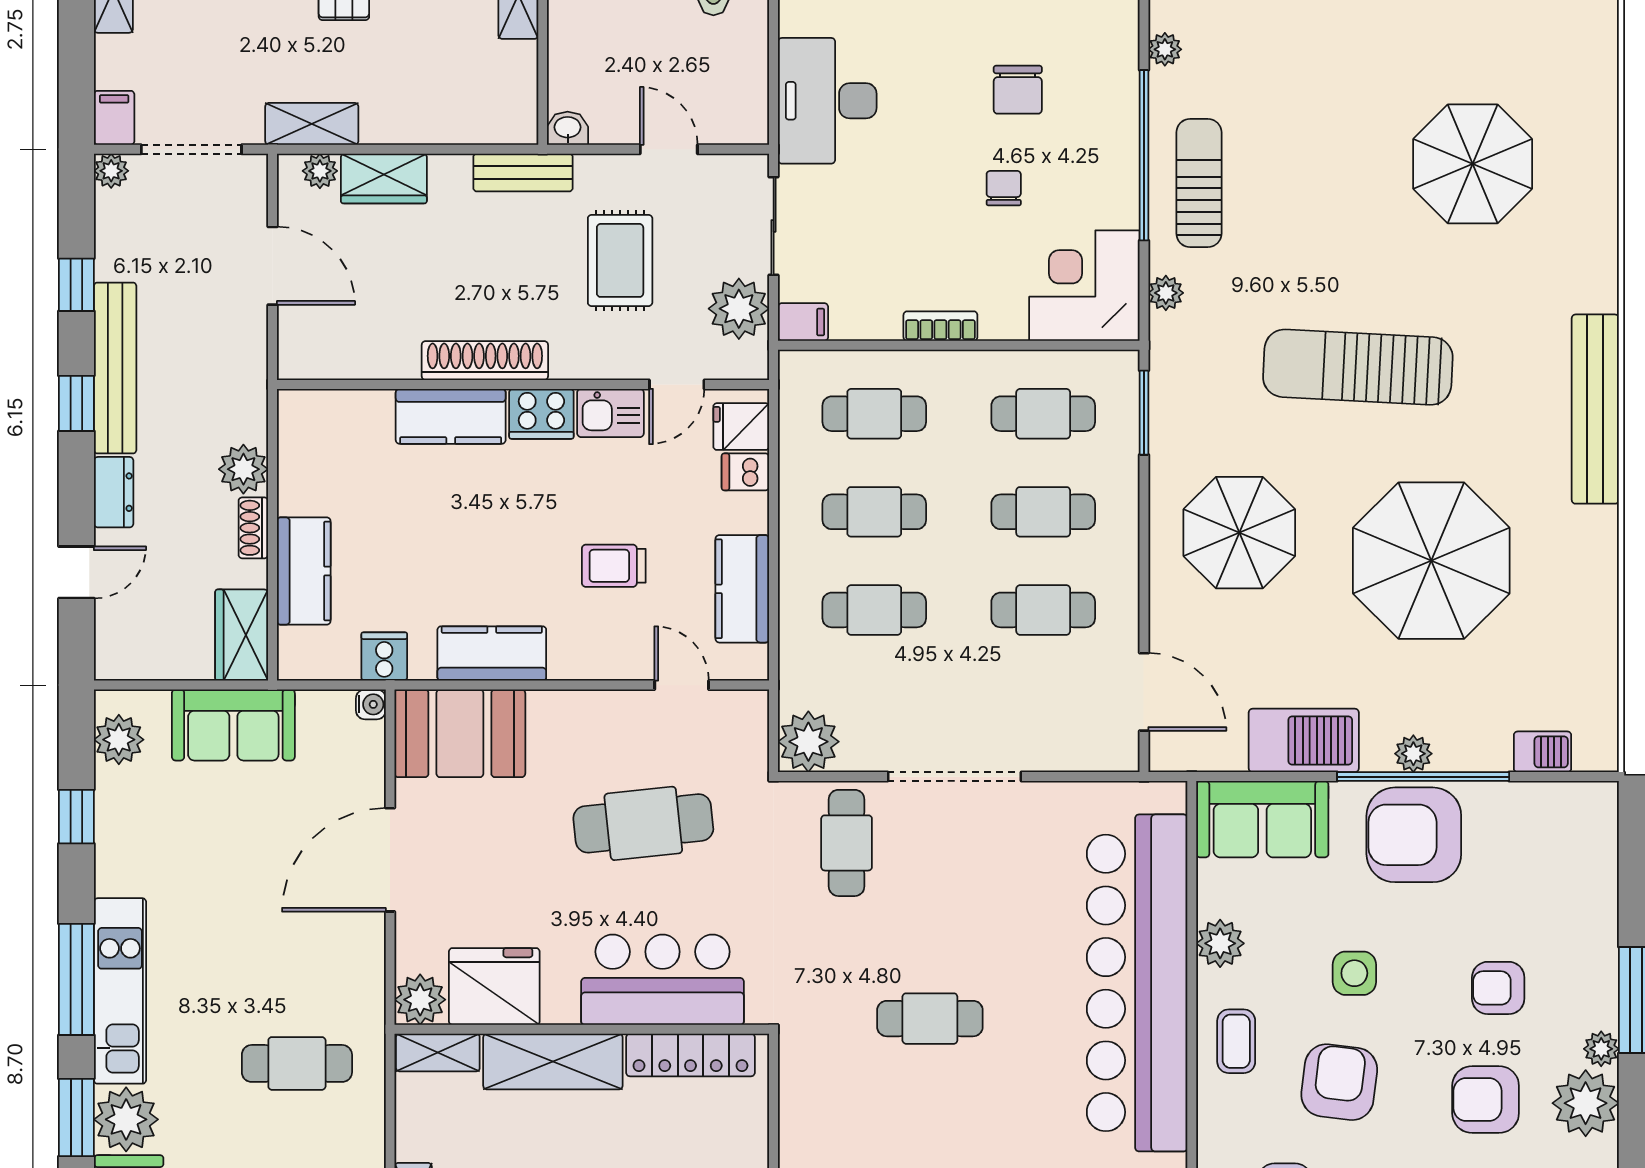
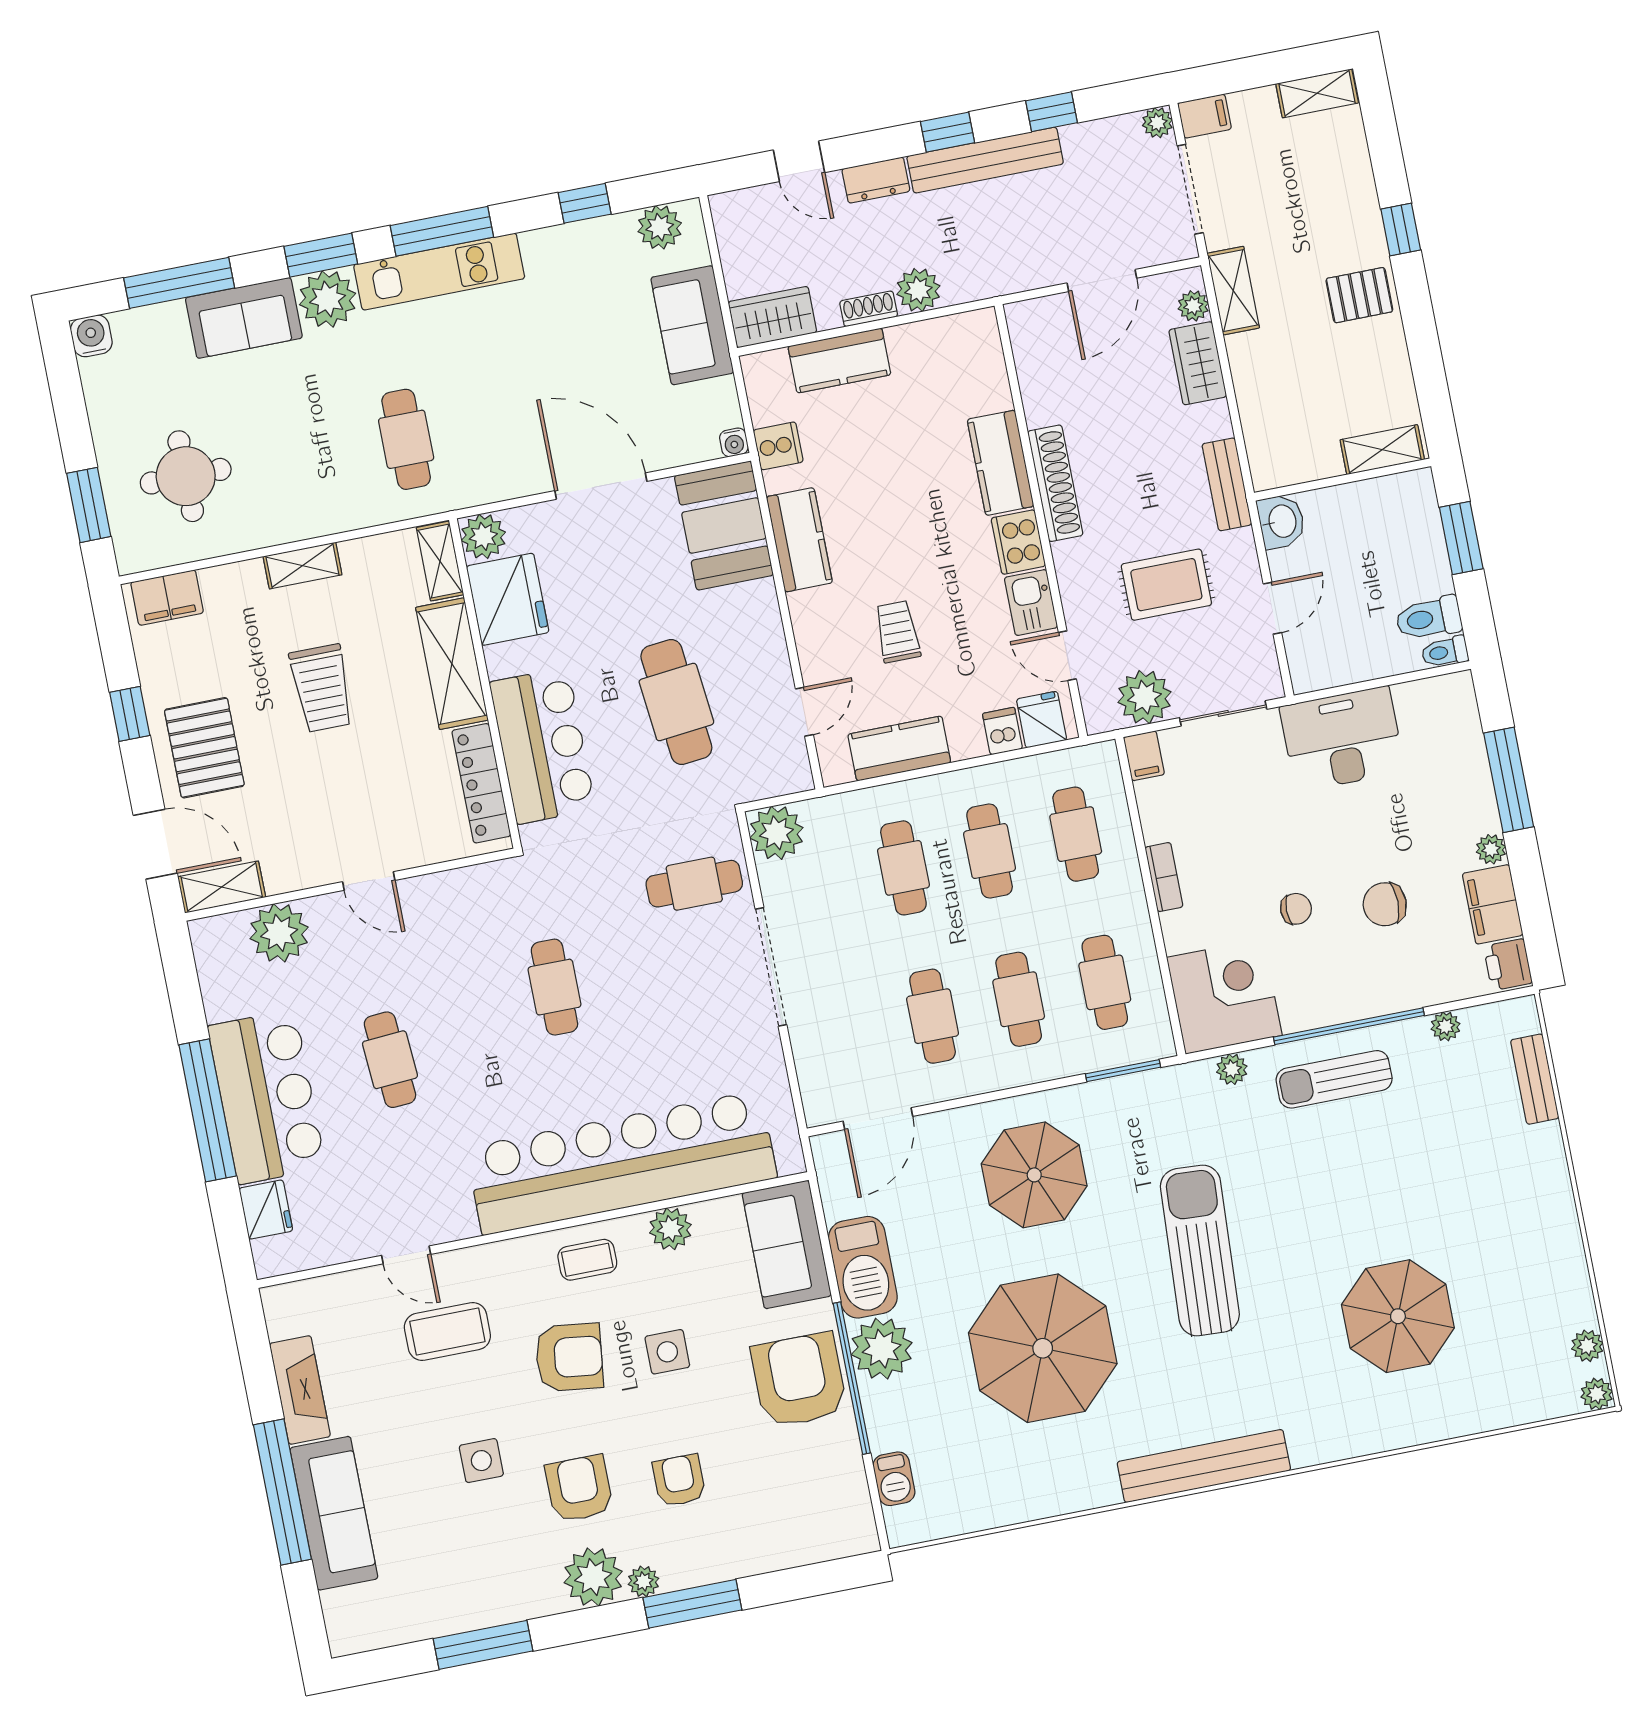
washbasin: (568, 128) -> (1281, 521), width x1.38, depth x1.45
sun lounger: (1199, 183) -> (1334, 1079), turned 180
plant: (1413, 754) -> (882, 1349), width x1.87, depth x1.87

